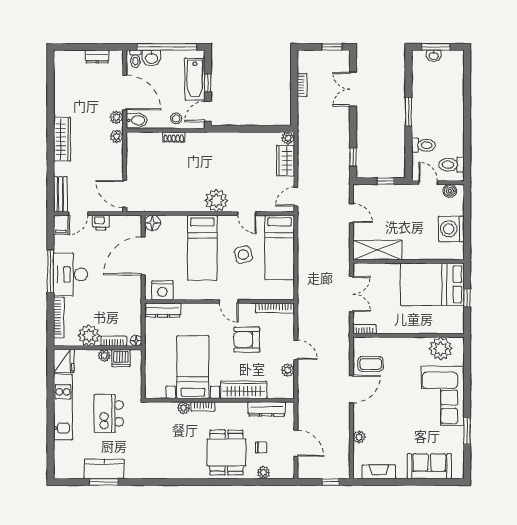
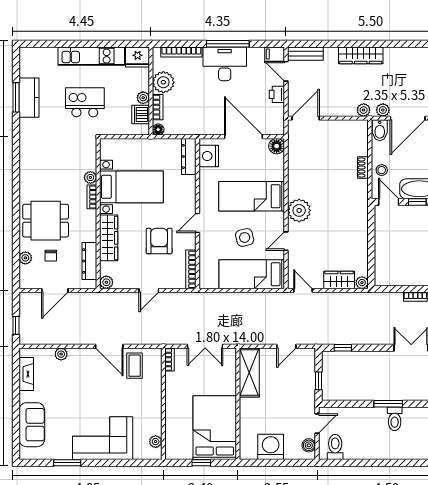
toilet: (423, 145) -> (395, 419), moved
plant: (441, 349) -> (156, 442), width x0.53, depth x0.53
plant: (288, 370) -> (106, 282), moved

